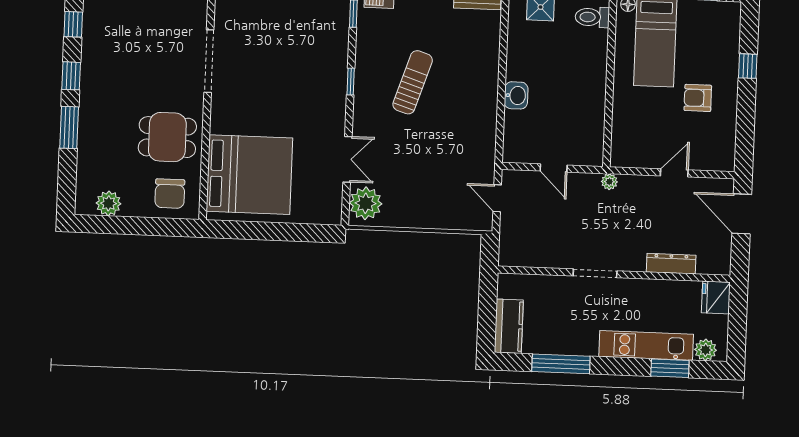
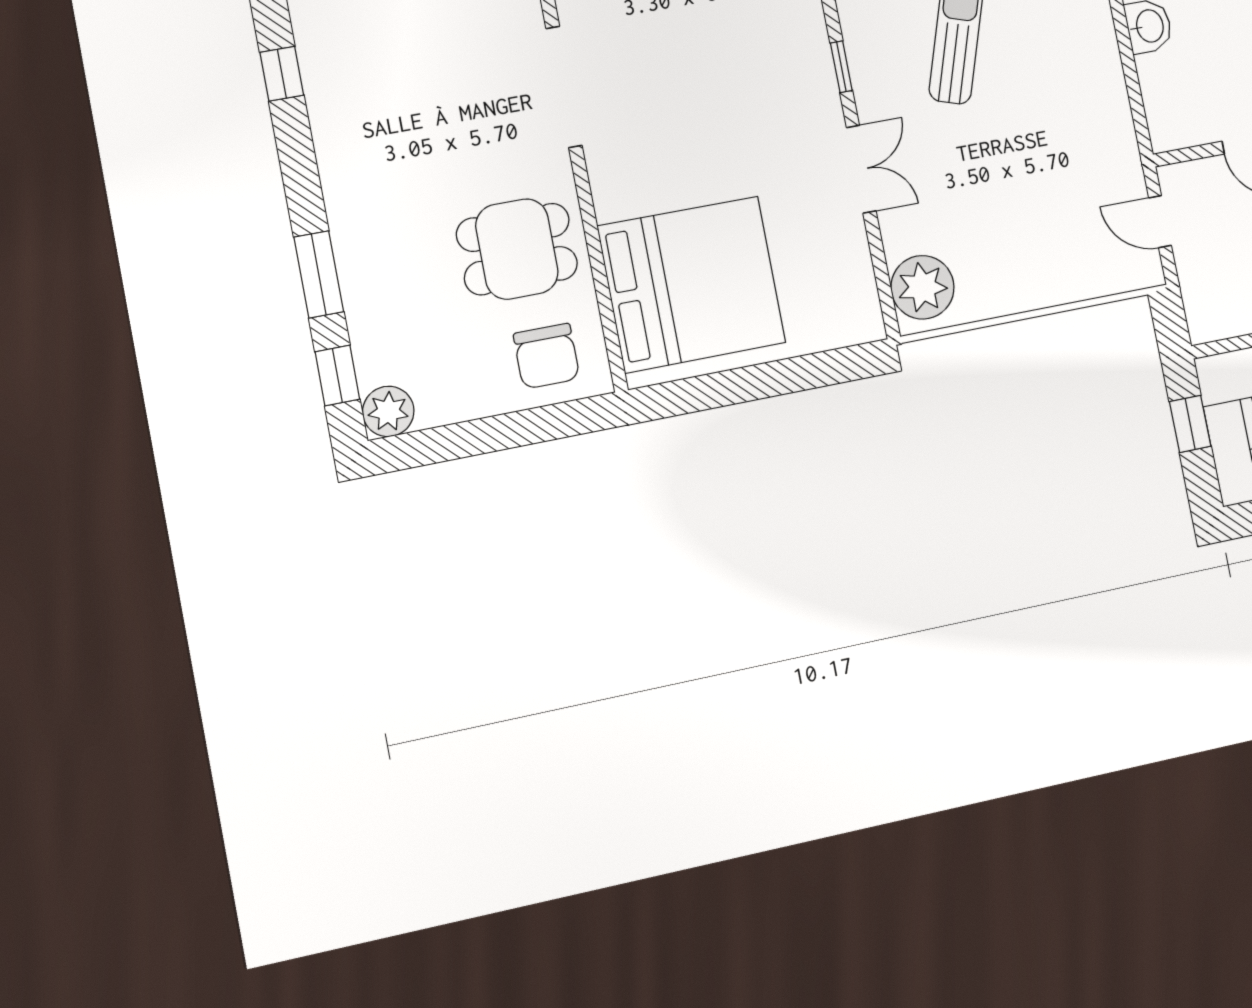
window: (71, 76) -> (337, 375), moved
double door: (348, 159) -> (861, 169), moved
plant: (109, 203) -> (388, 411), moved
window: (487, 306) -> (1190, 424), added

